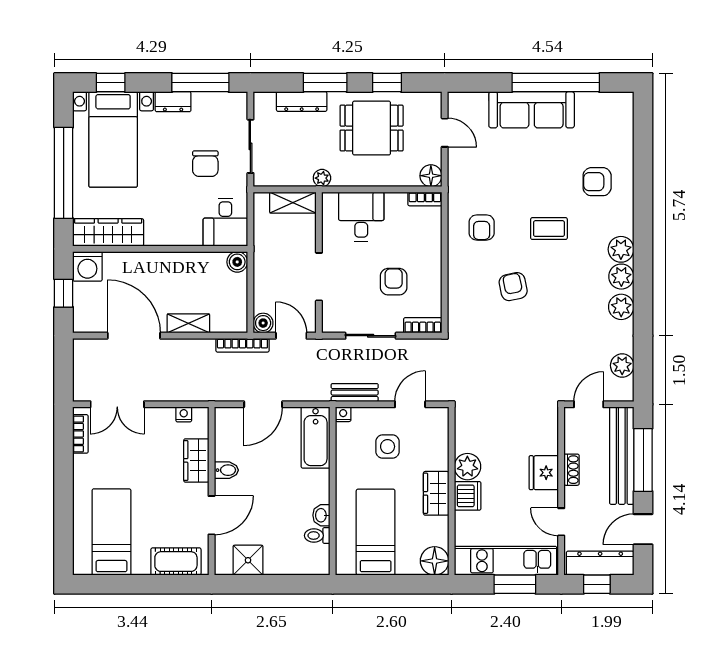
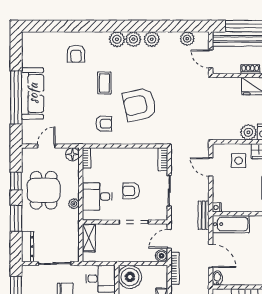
window: (556, 83) -> (16, 97), moved
dresser: (302, 102) -> (28, 247), moved
plant: (322, 178) -> (74, 204), moved
boiler: (237, 262) -> (130, 277), width x1.86, depth x1.86
armchair: (394, 282) -> (131, 191), moved
armchair: (513, 287) -> (139, 105), width x1.88, depth x1.88
bench: (355, 393) -> (204, 215), moved
side table: (388, 447) -> (239, 161), moved
bidet: (226, 470) -> (217, 278), moved

